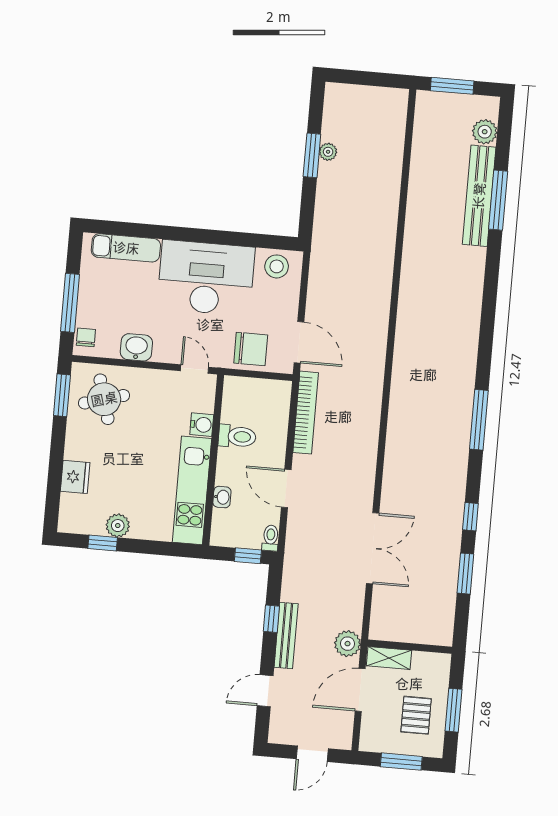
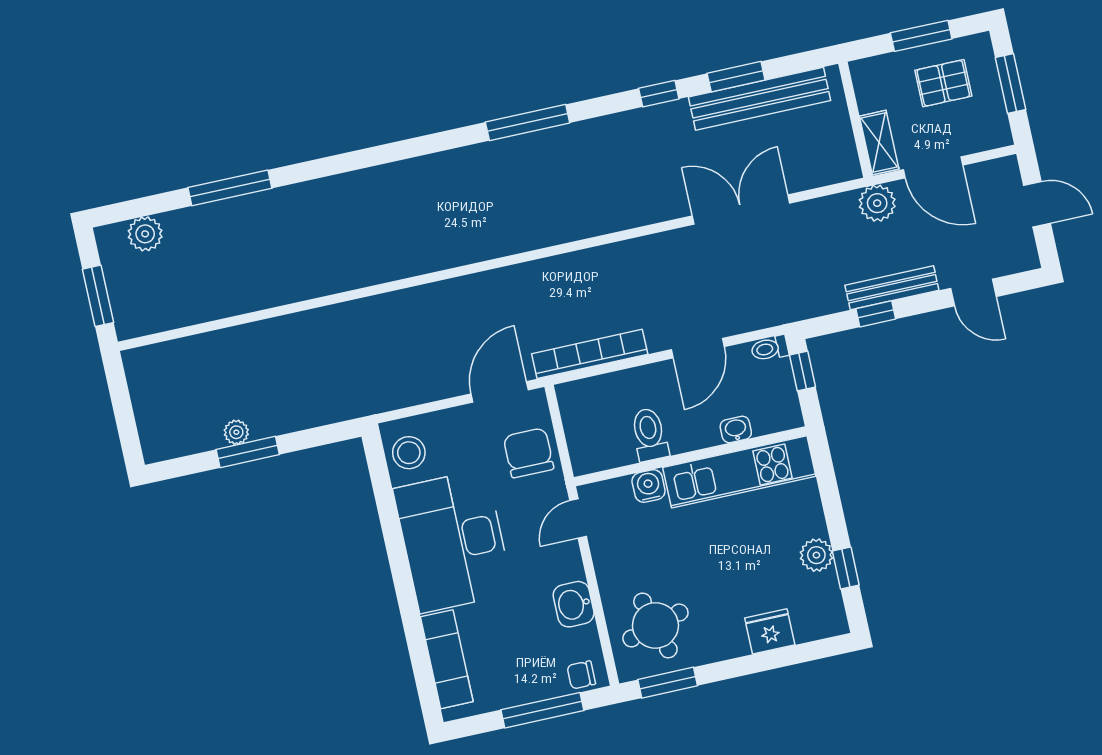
bench: (479, 196) -> (760, 99), moved

